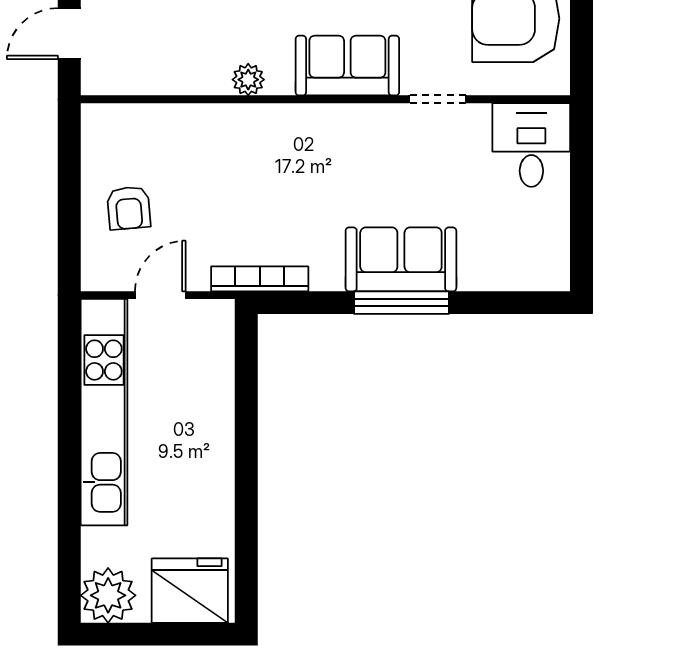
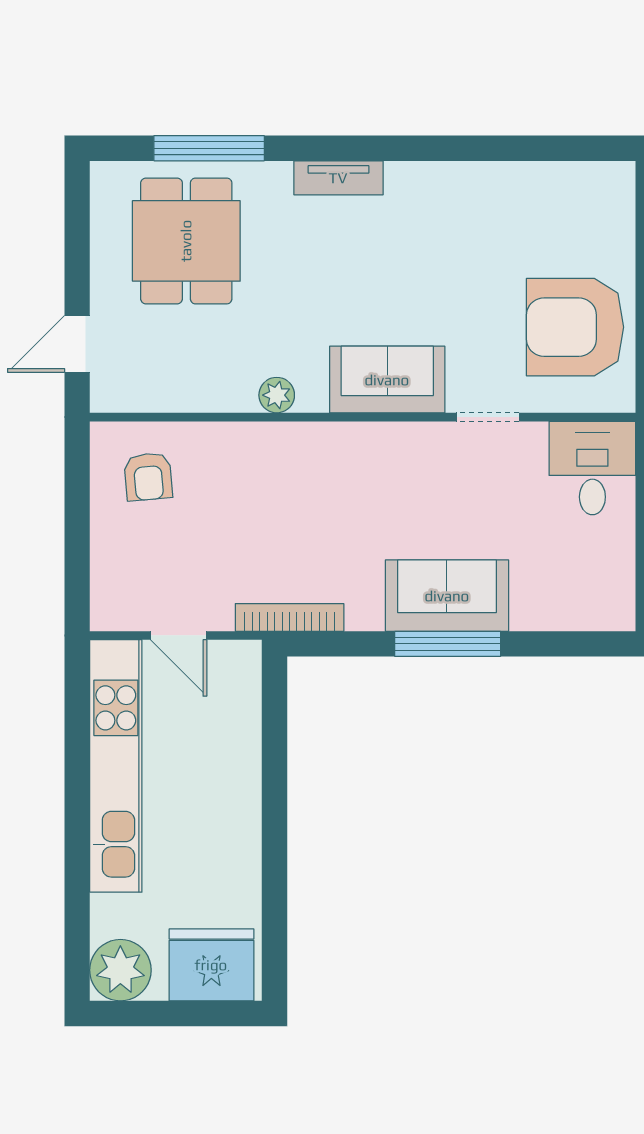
armchair: (129, 208) -> (148, 477), moved
door: (160, 295) -> (179, 635), swing flipped

